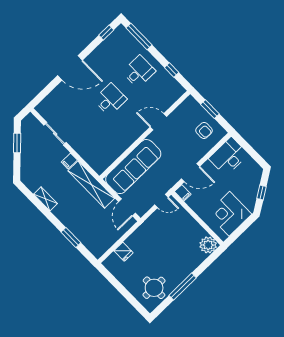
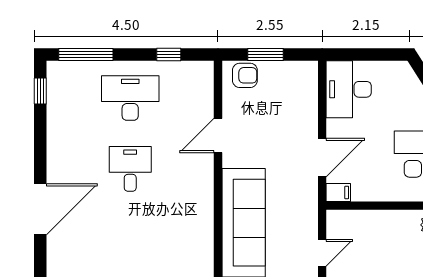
door: (70, 68) -> (40, 209), moved
desk: (139, 72) -> (130, 98), width x1.37
armchair: (204, 130) -> (245, 75), moved
door: (161, 201) -> (322, 253), moved

